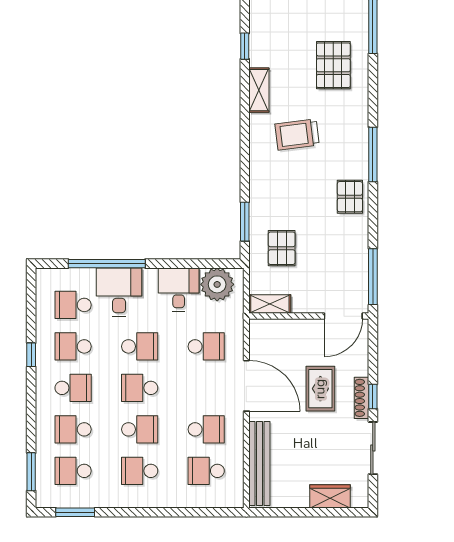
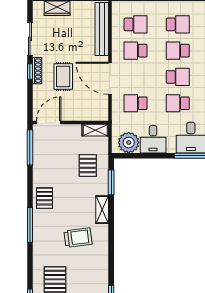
shelving: (259, 90) -> (102, 210), moved

